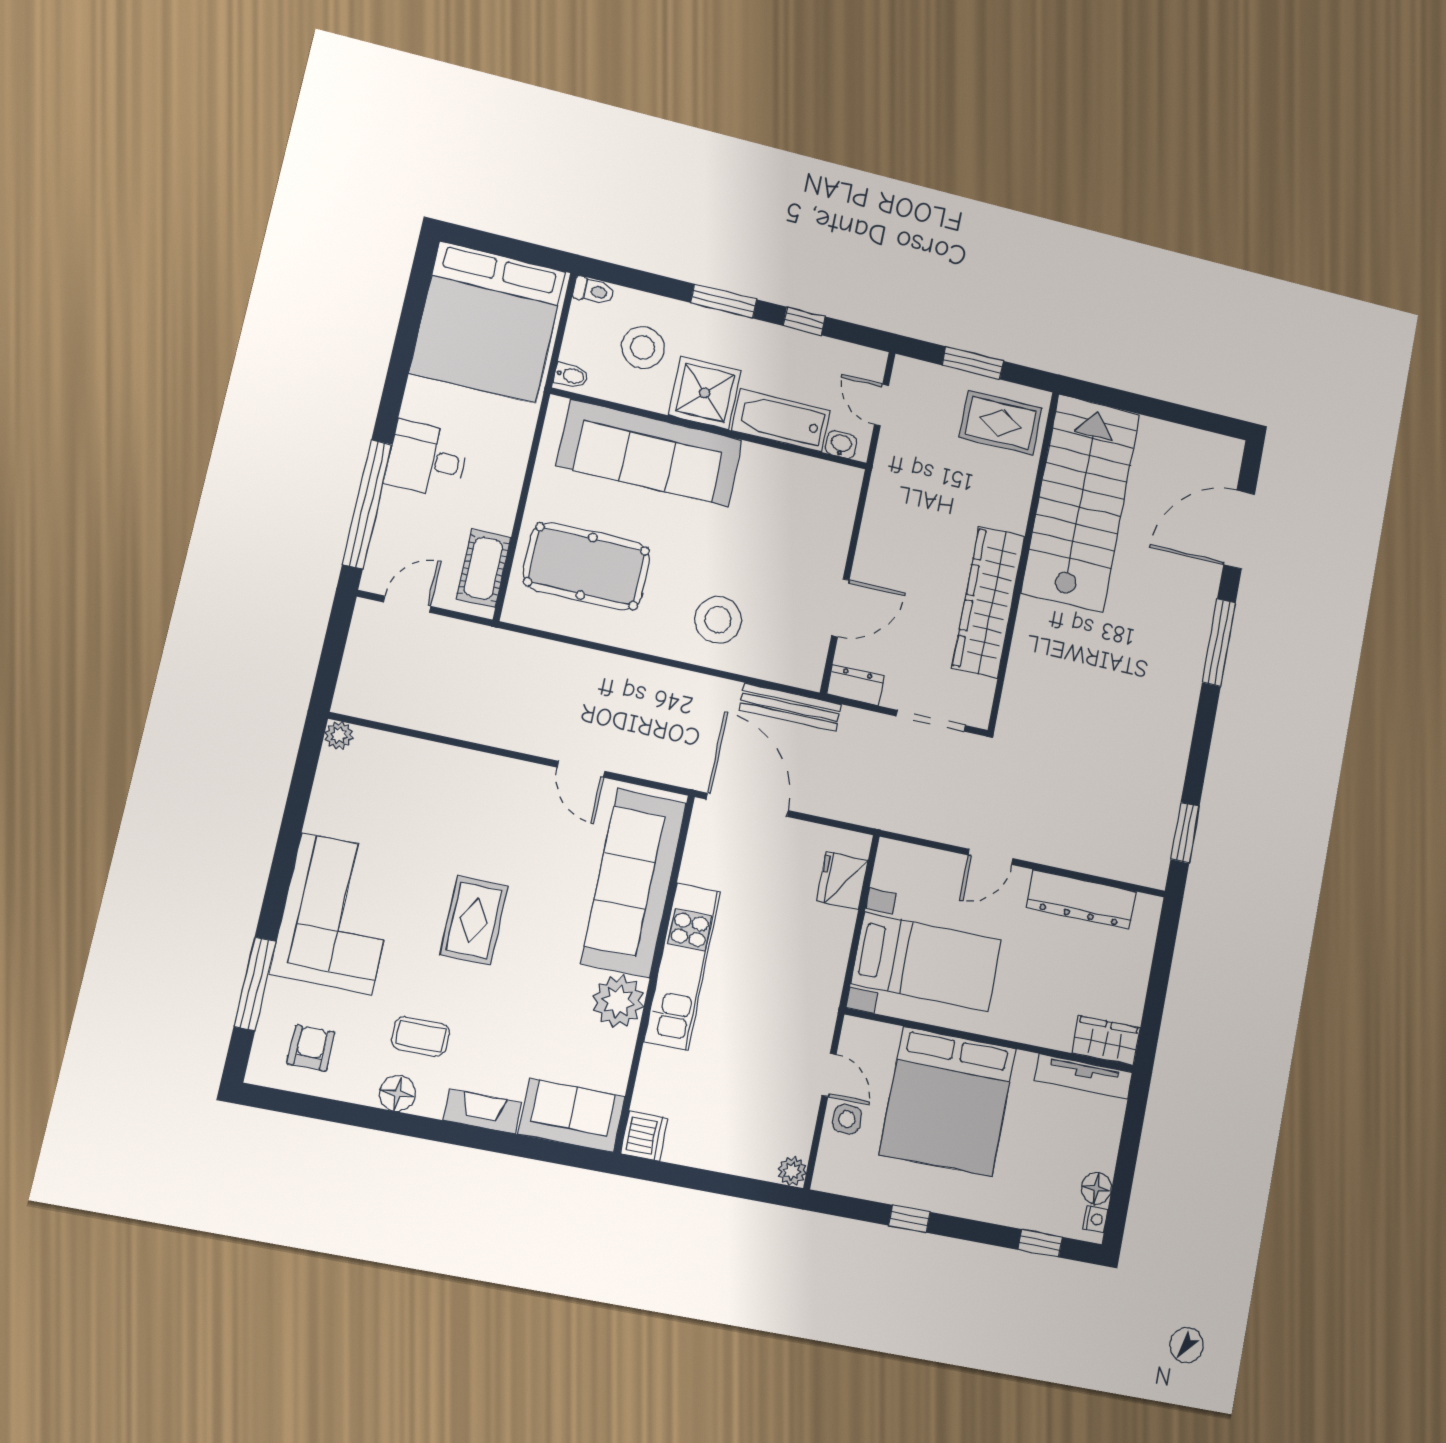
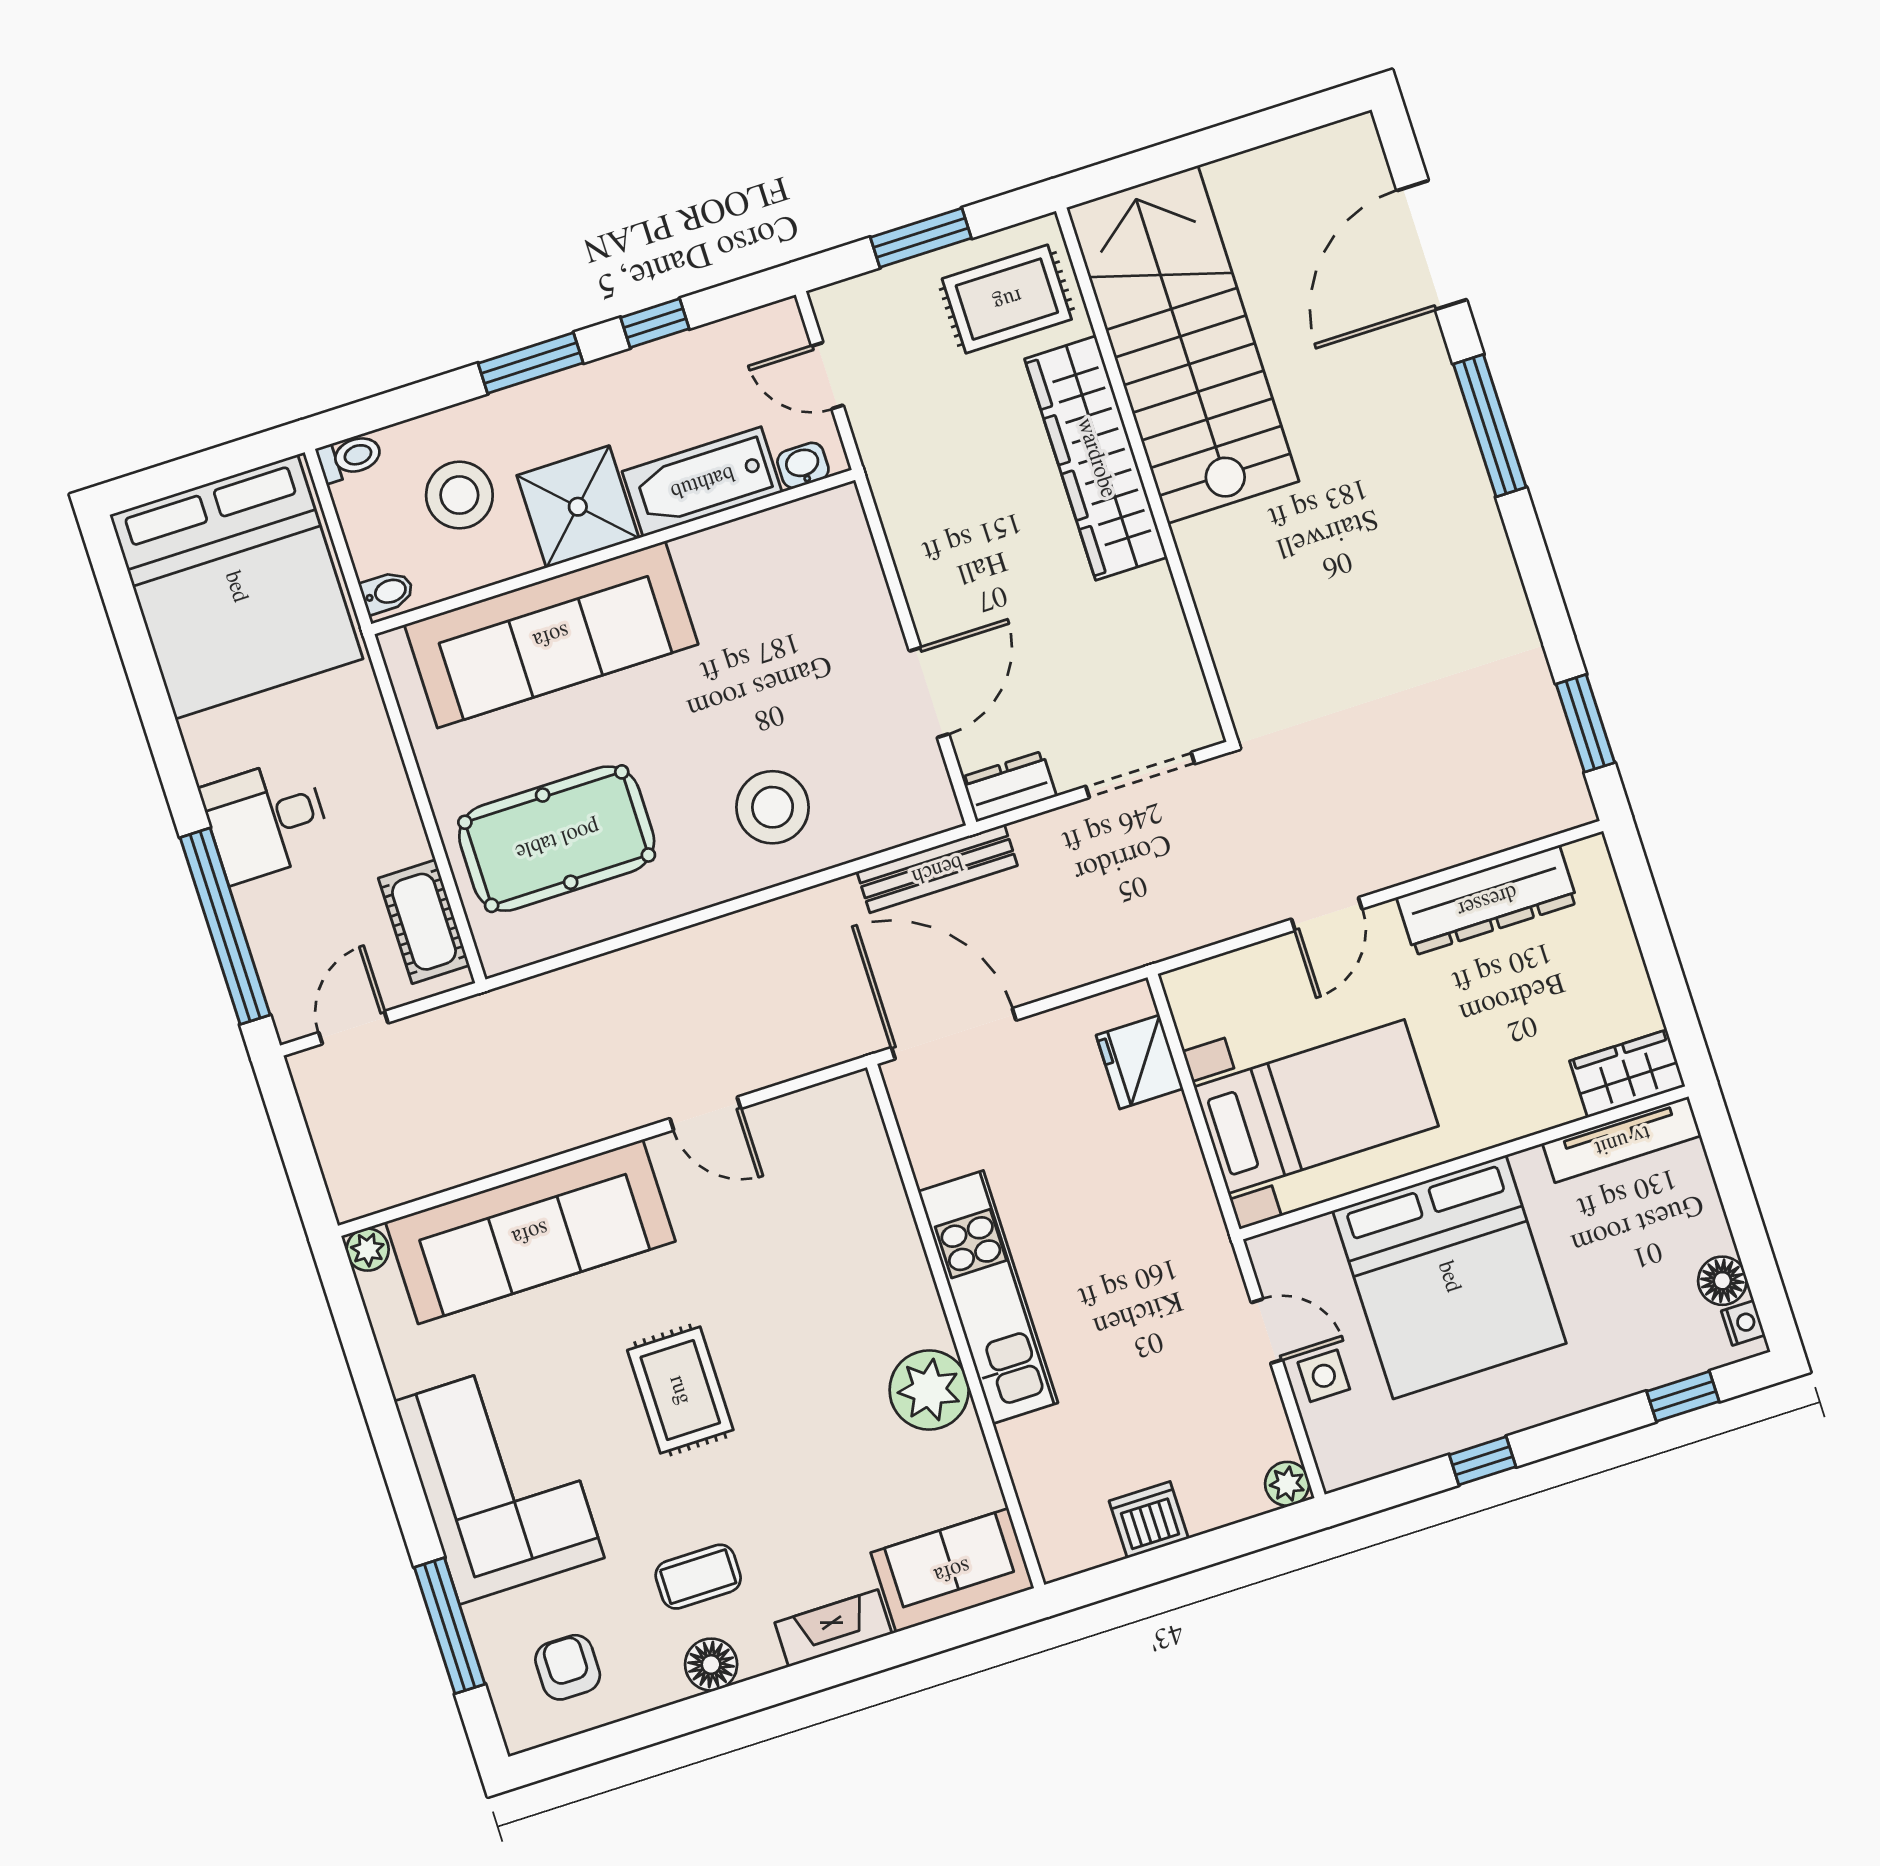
wardrobe: (988, 602) -> (1096, 458), moved
sofa: (634, 883) -> (530, 1232), moved, turned -90
dishwasher: (644, 1136) -> (1149, 1520), moved, turned -90

